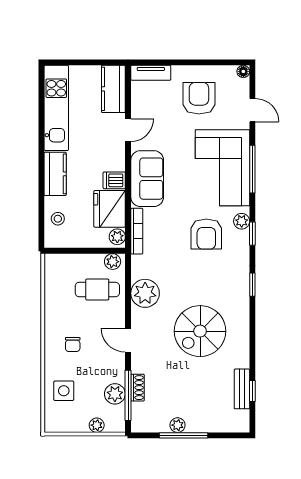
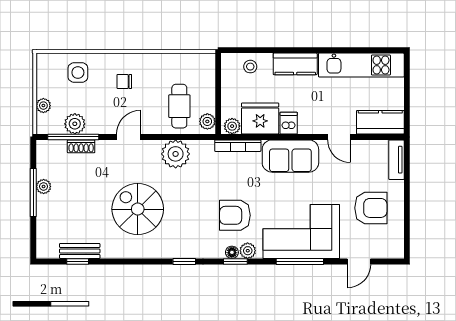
floor lamp: (243, 71) -> (232, 252), moved

